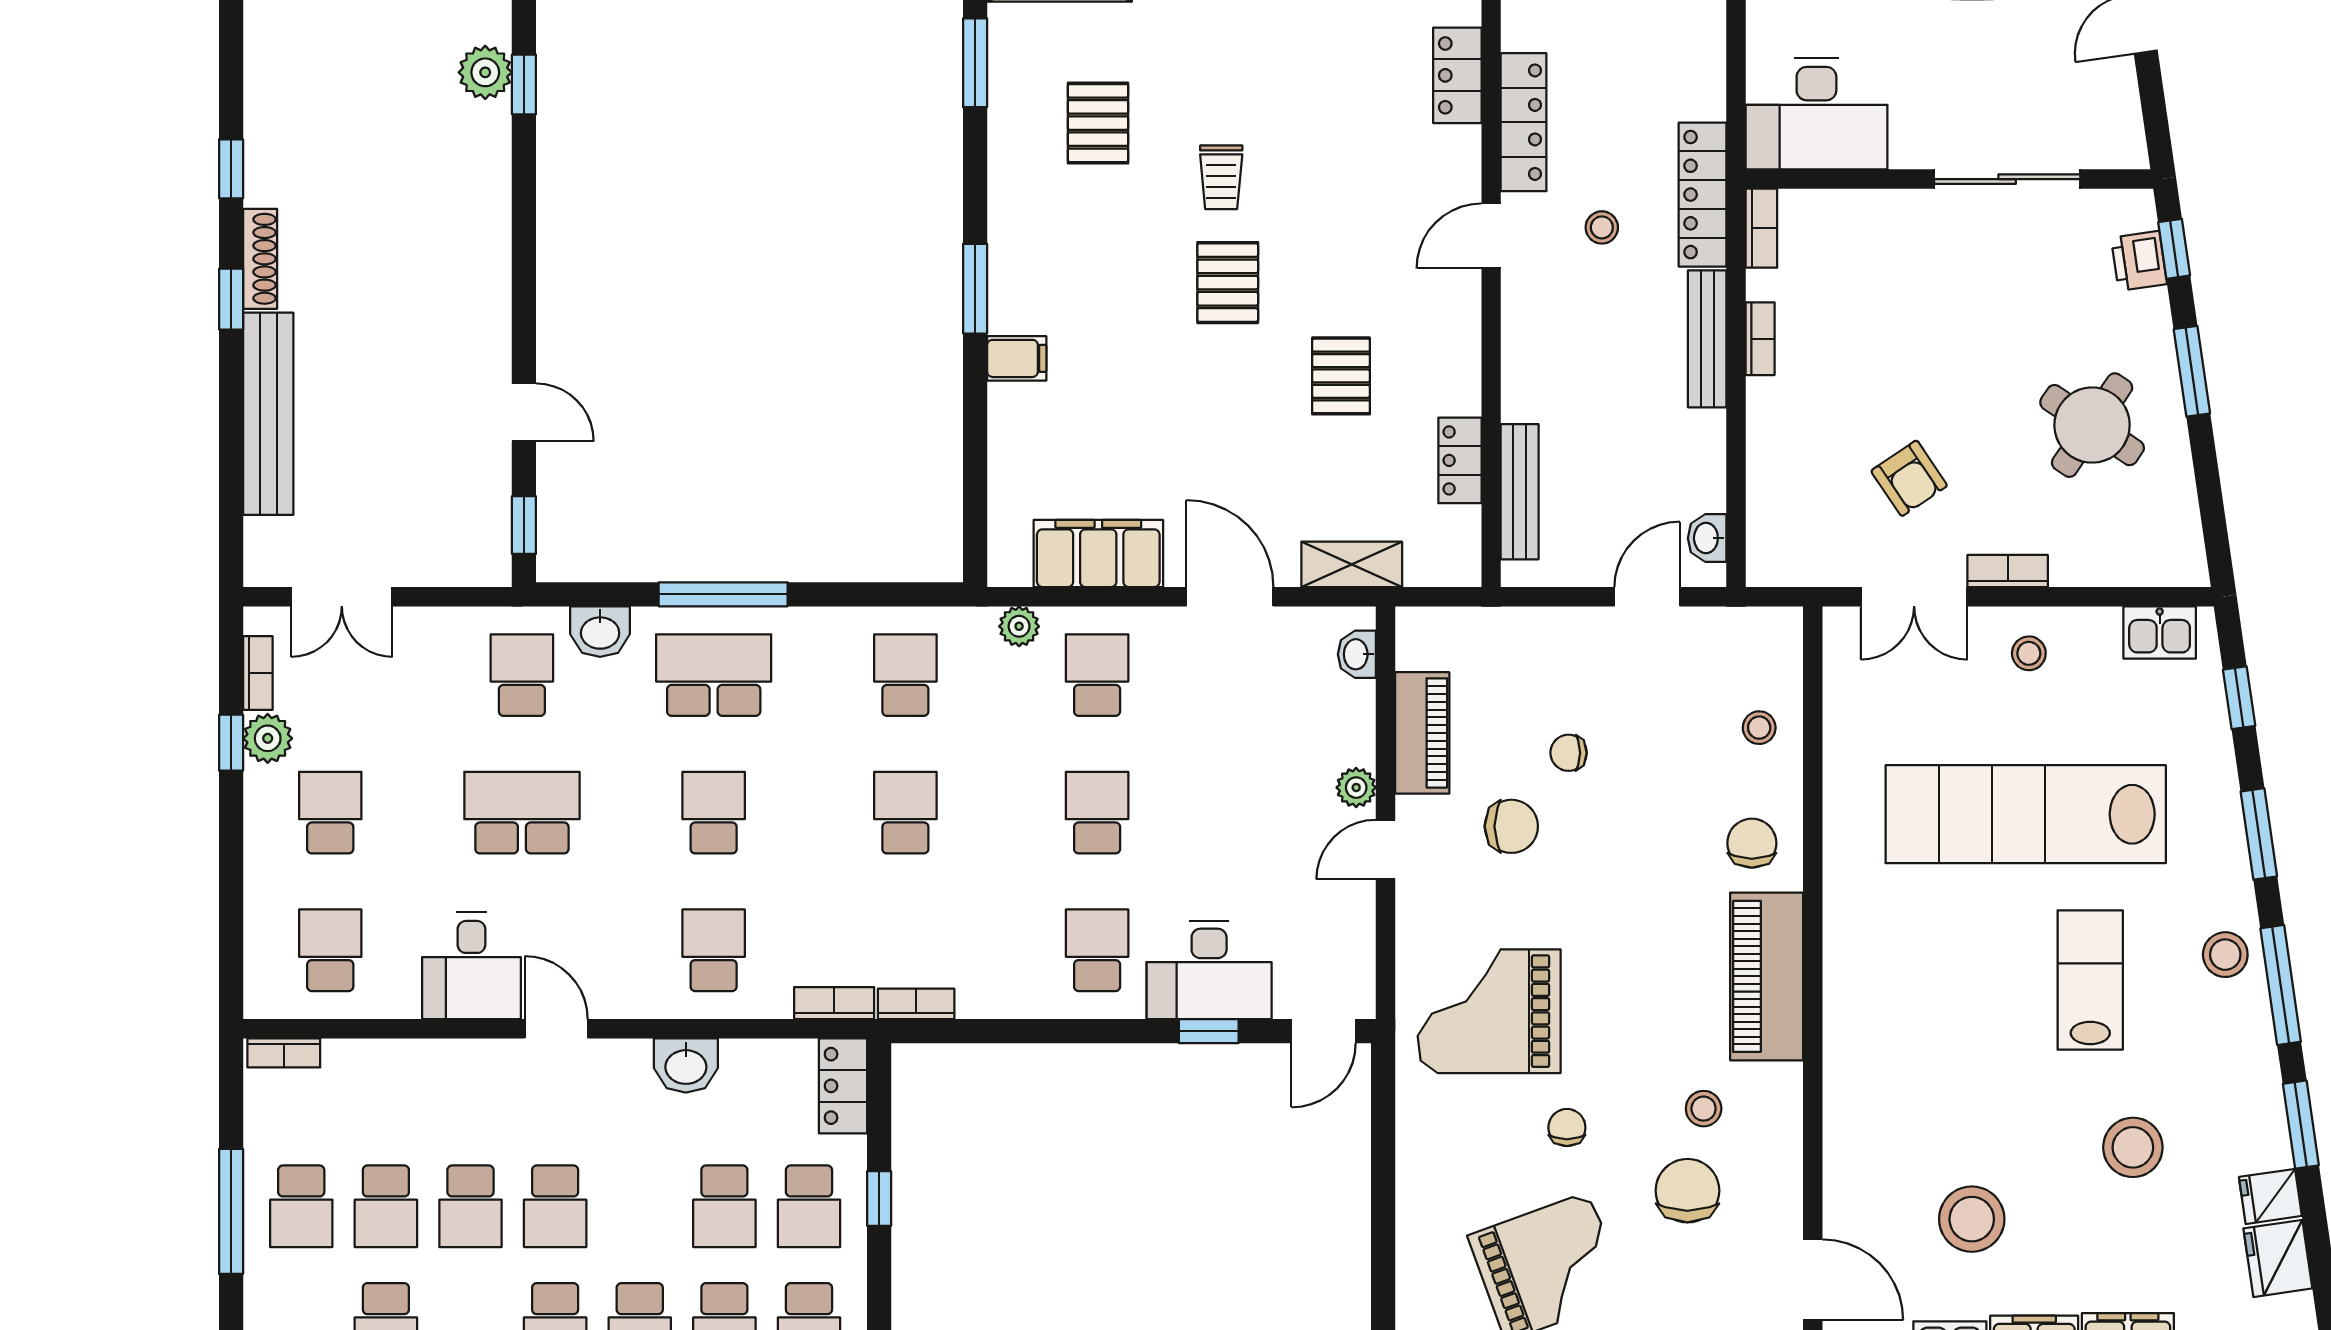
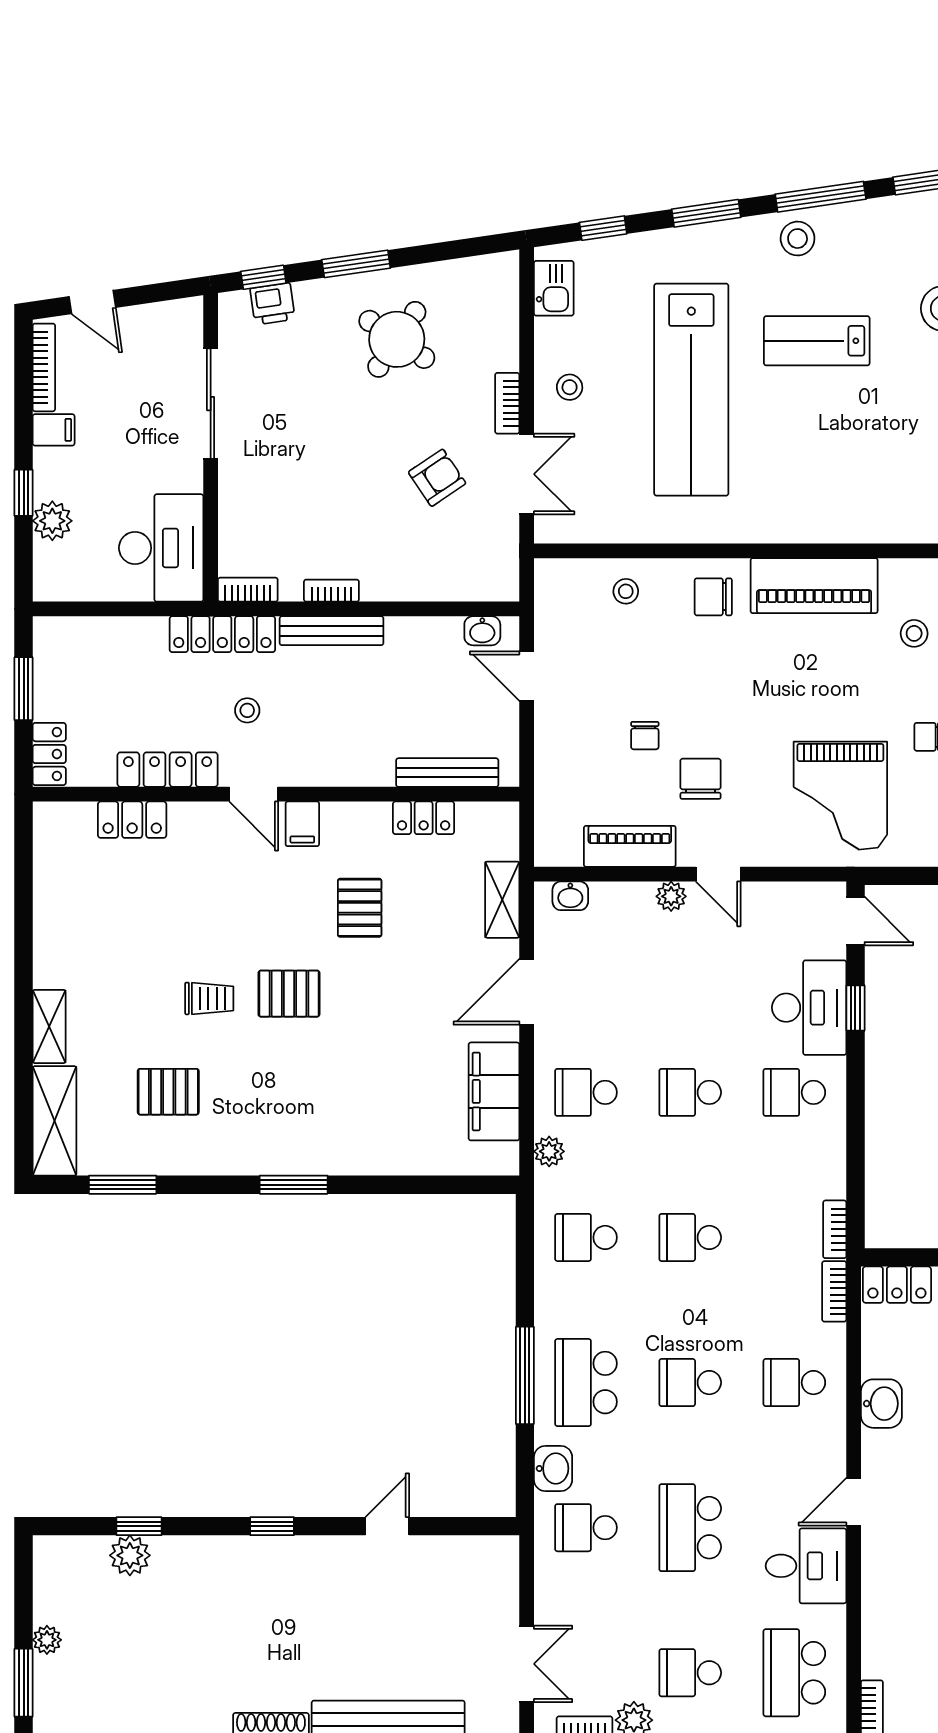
filing cabinet: (1017, 358) -> (302, 824), moved, turned 180
pallet: (1341, 376) -> (360, 908), turned 90
window: (524, 525) -> (272, 1526), moved
school desk: (330, 950) -> (794, 1673), width x1.85

